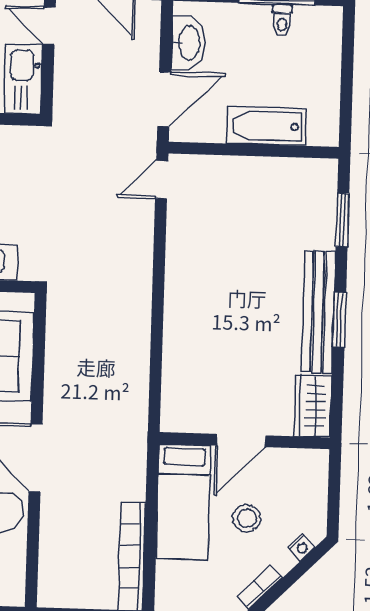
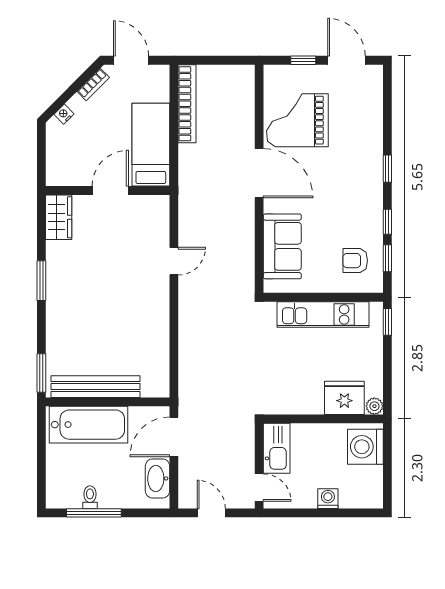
bathtub: (266, 126) -> (88, 425), width x1.36, depth x1.36
door: (162, 180) -> (174, 261), moved
window: (342, 220) -> (41, 373), moved
bench: (318, 312) -> (96, 387), moved, turned 90
stool: (247, 518) -> (104, 134), removed

